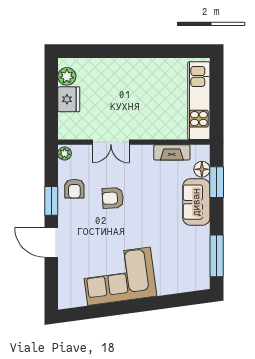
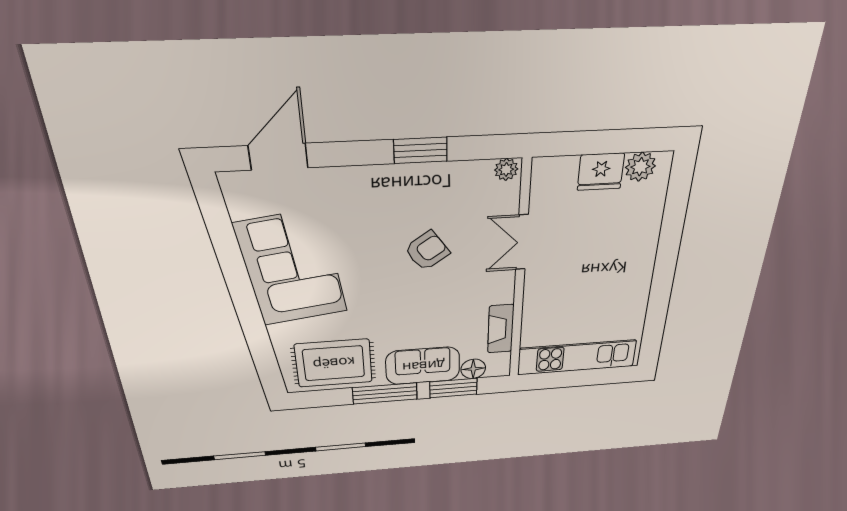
armchair: (74, 189) -> (443, 189), removed
armchair: (113, 198) -> (427, 251), turned 58
door: (51, 242) -> (278, 157), moved
window: (217, 256) -> (385, 393), moved
rug: (189, 258) -> (334, 363), added

